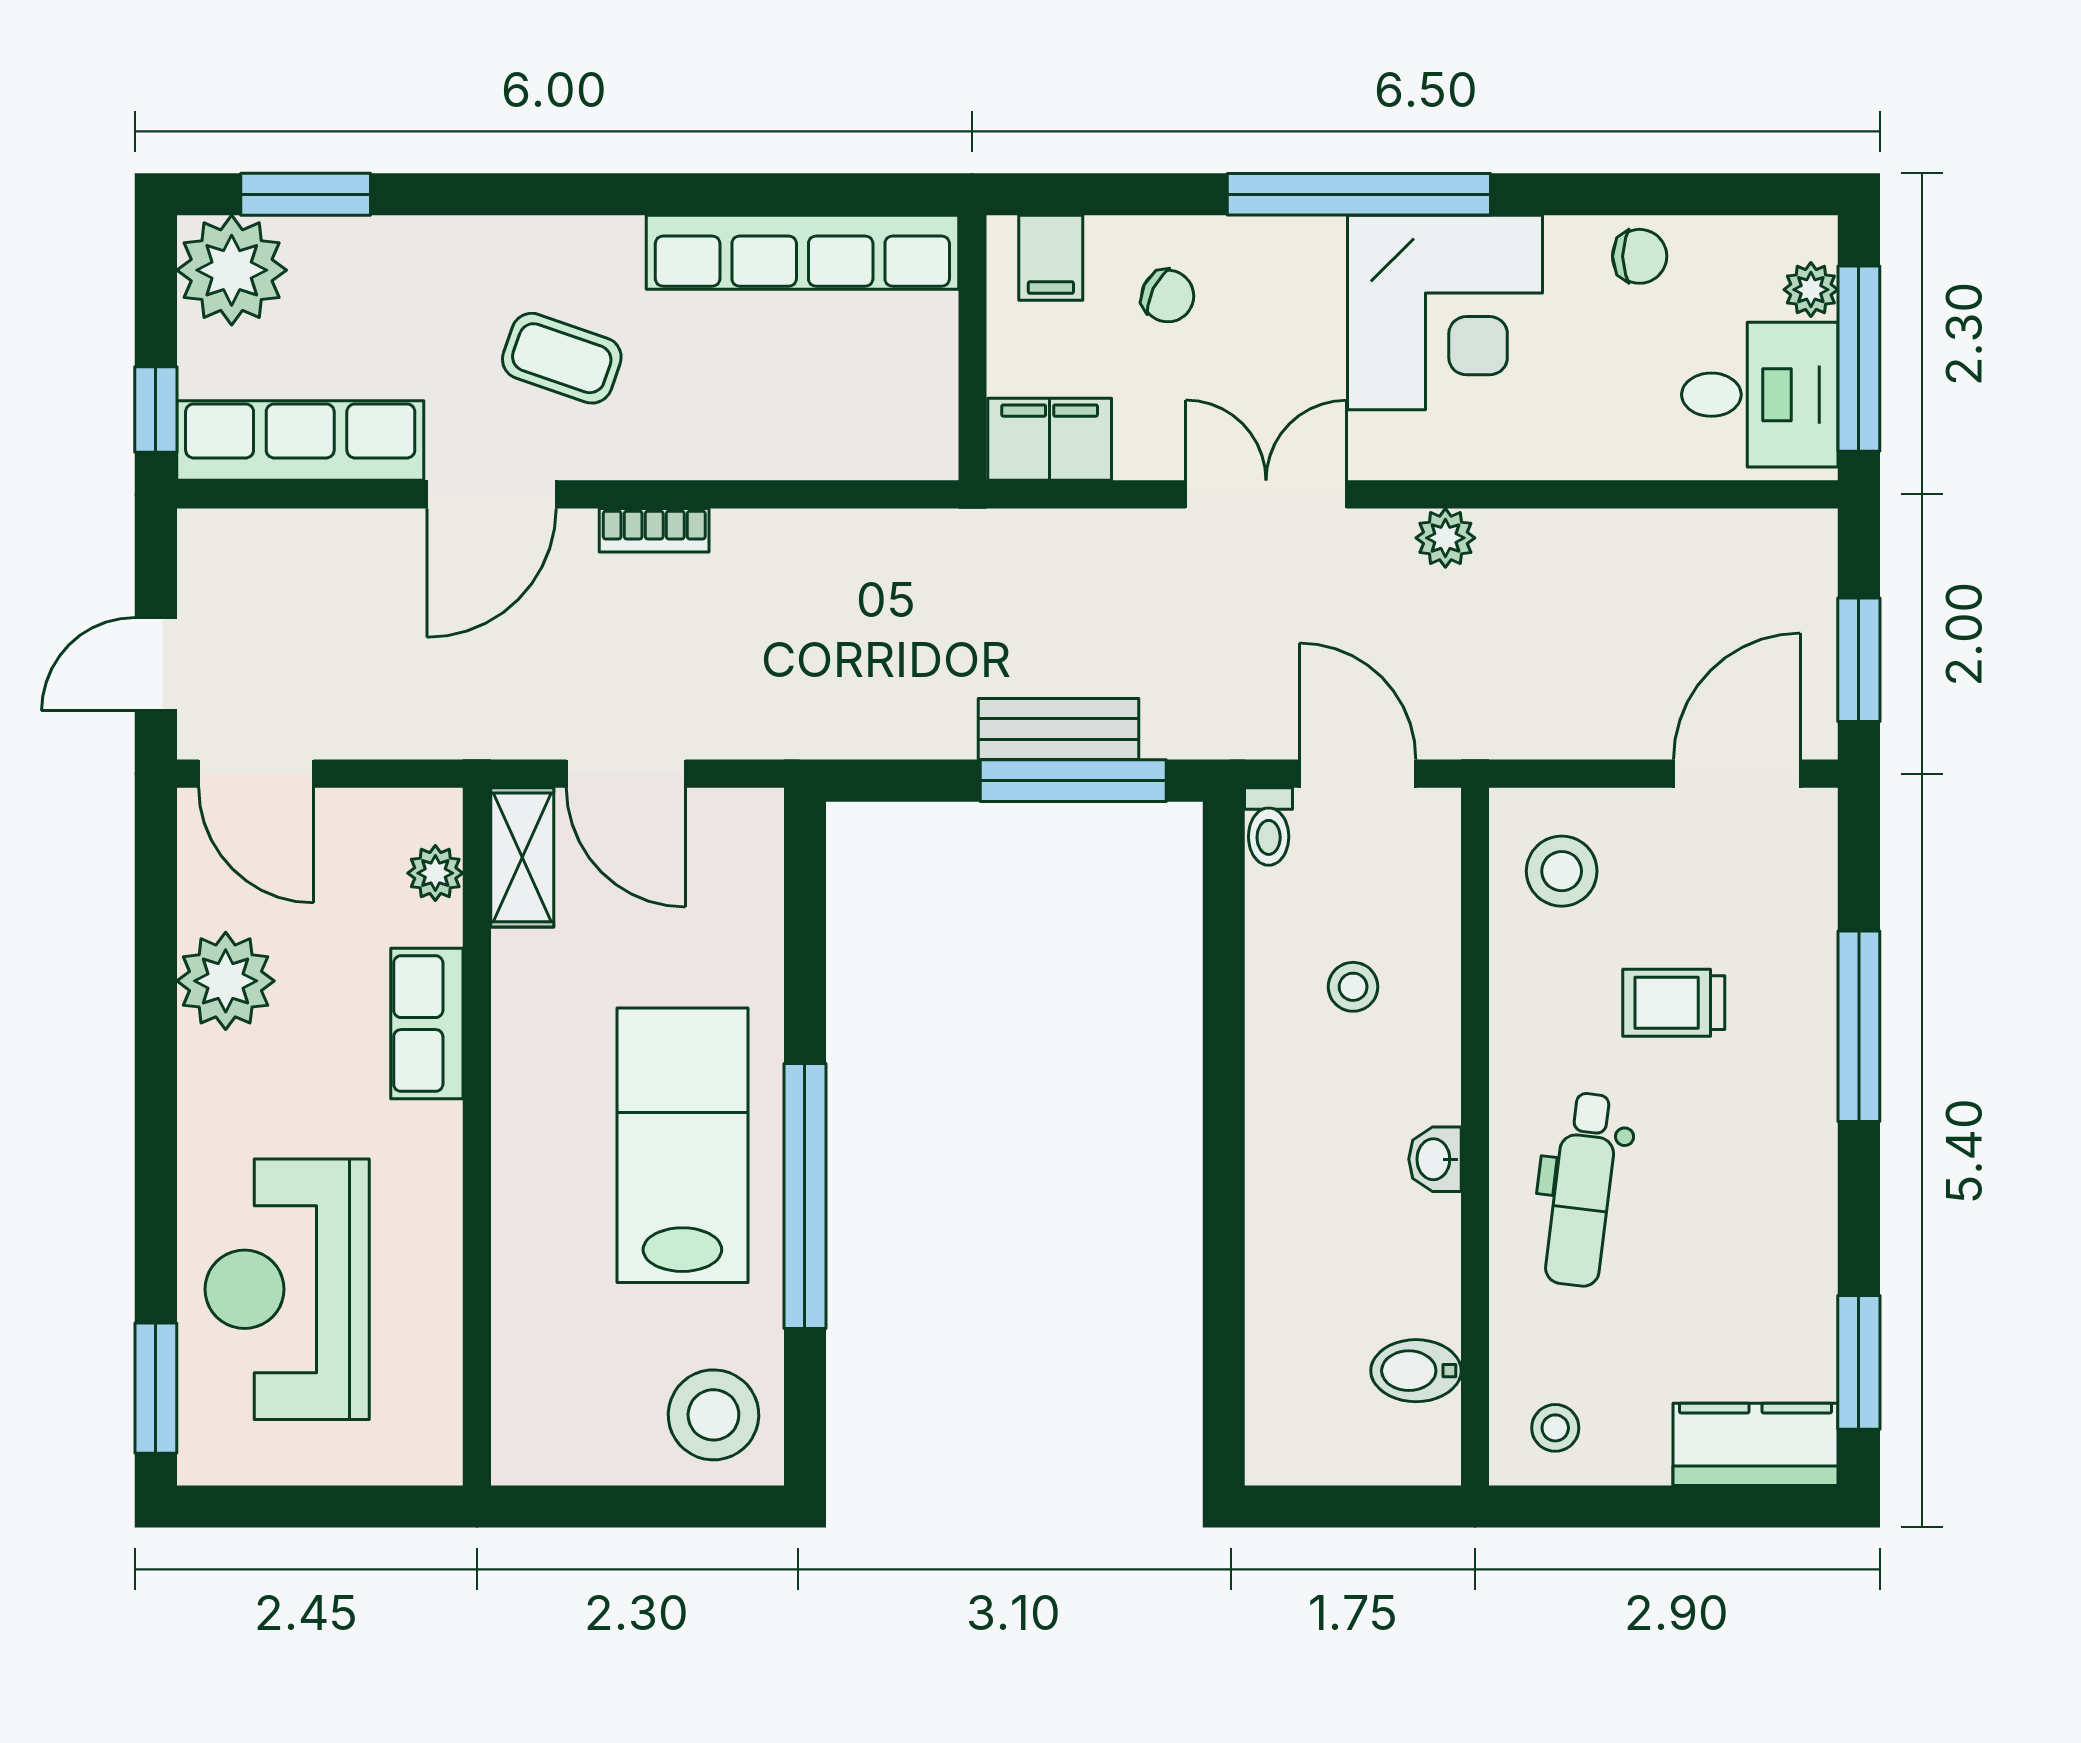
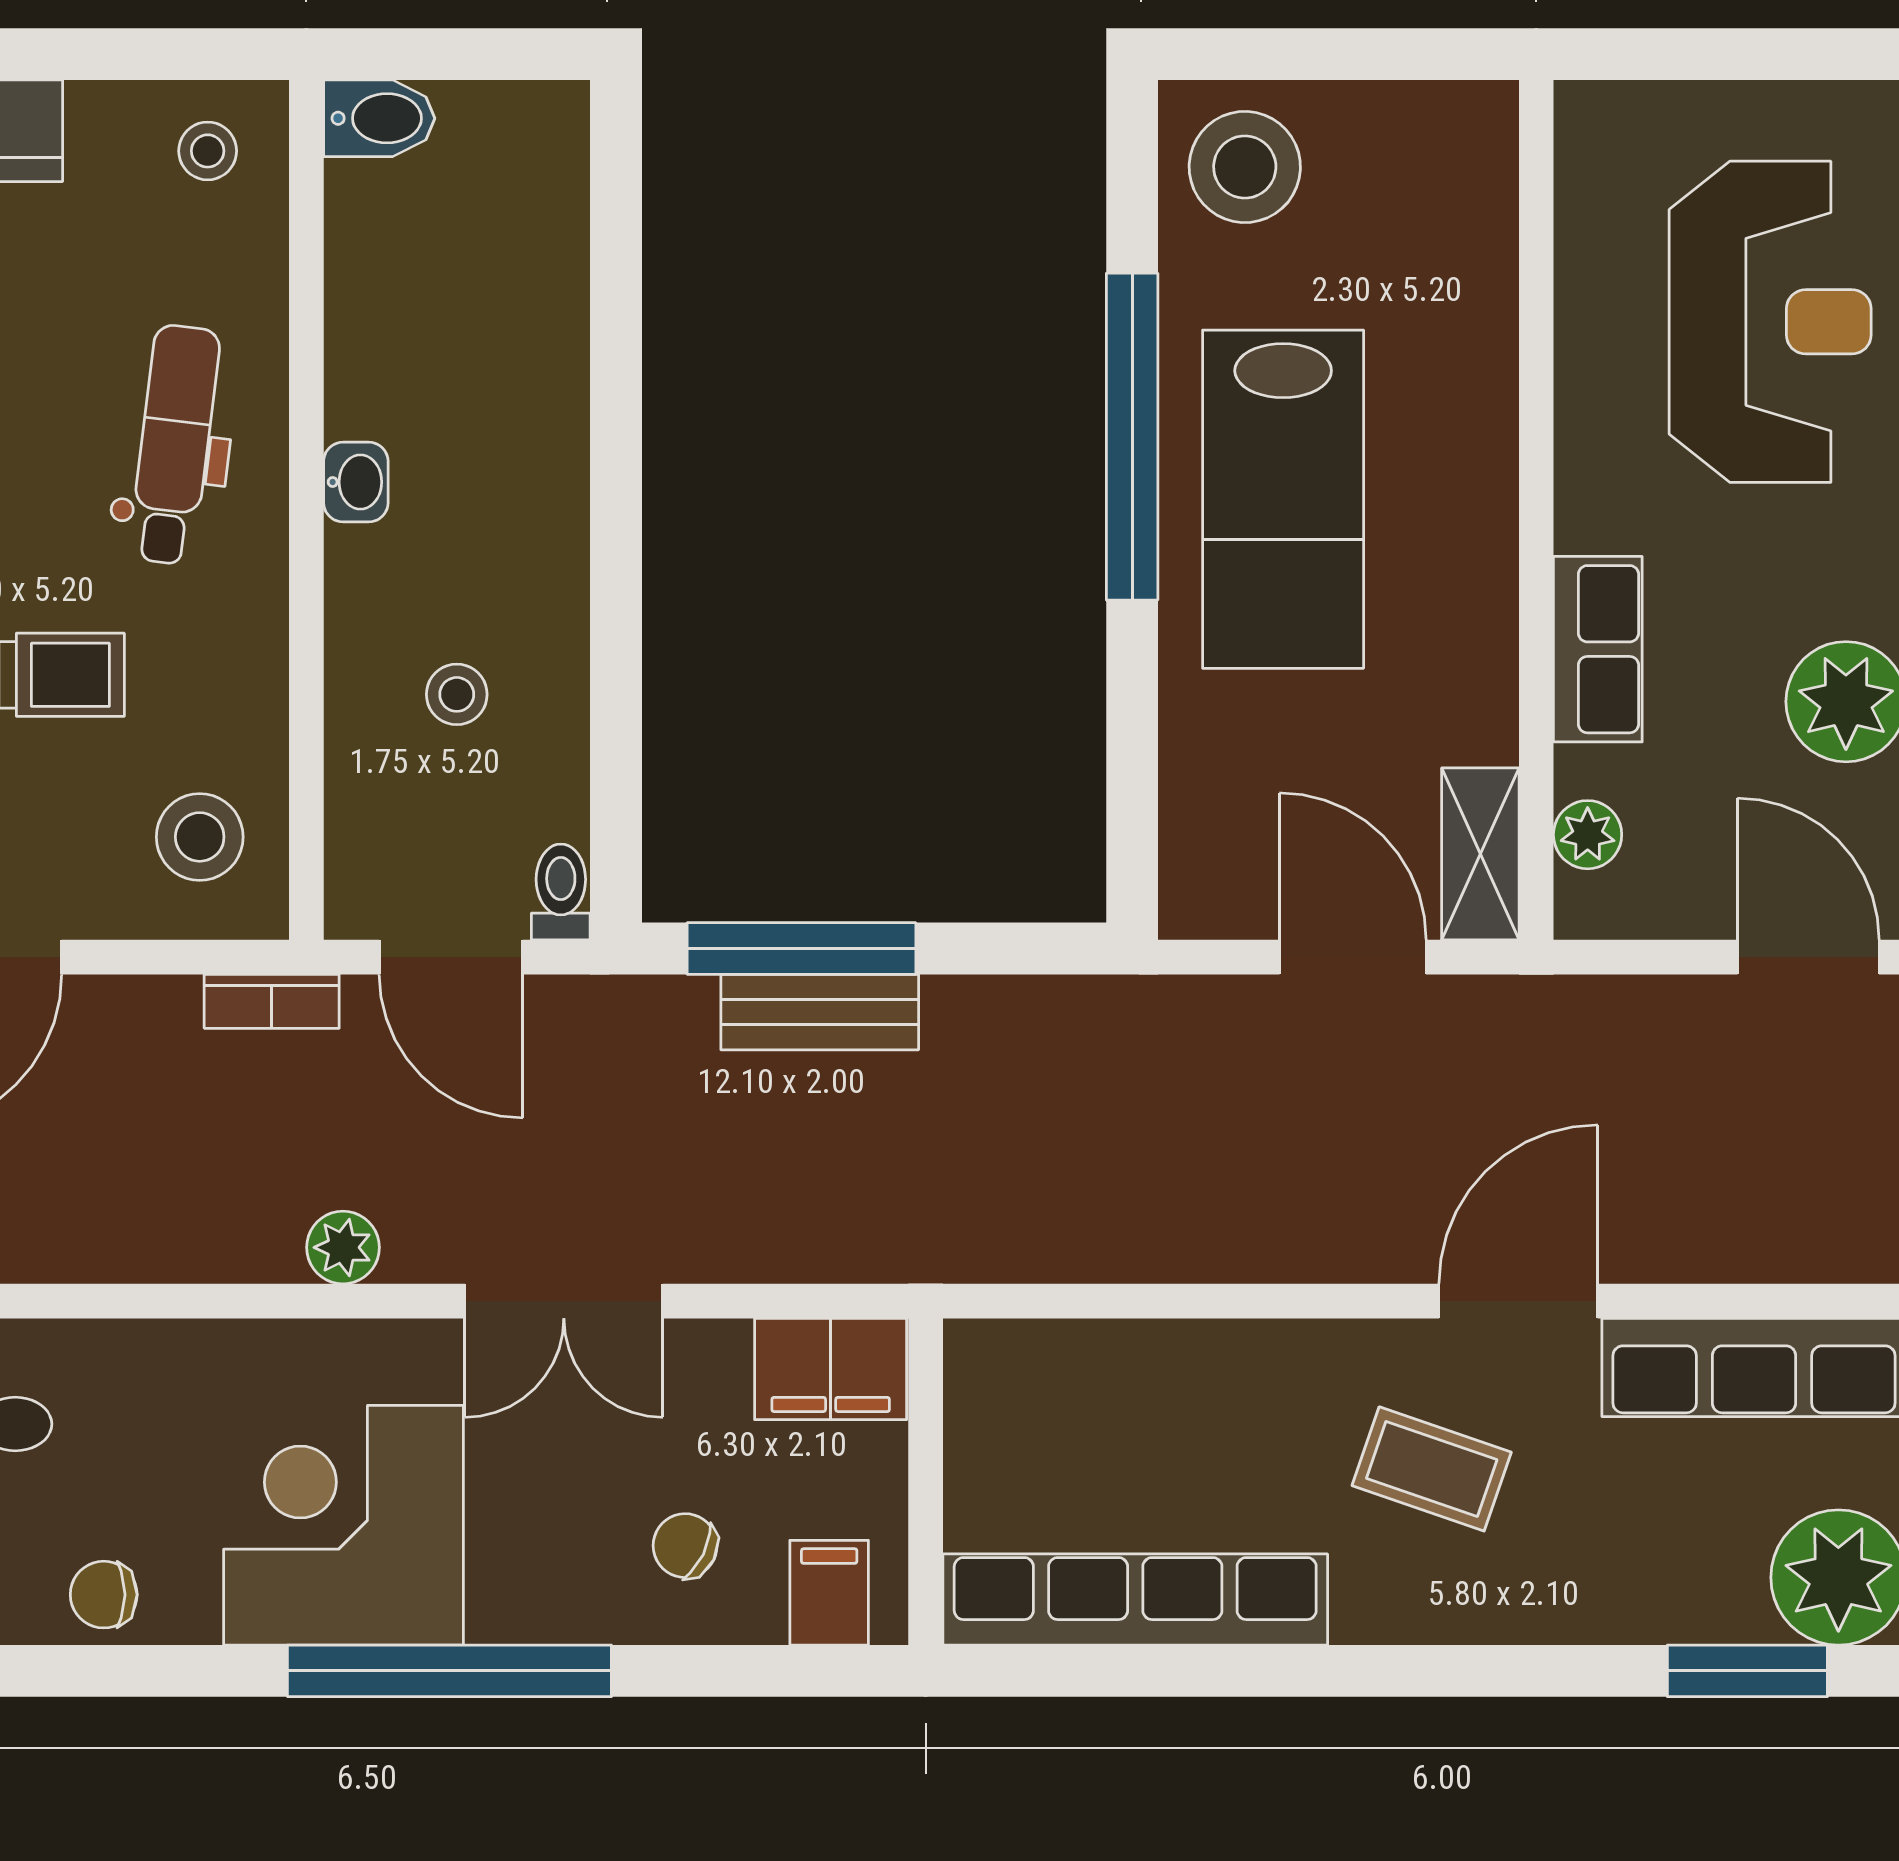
bookcase: (654, 530) -> (272, 1001), moved, turned 180
bidet: (1416, 1371) -> (379, 118), moved

